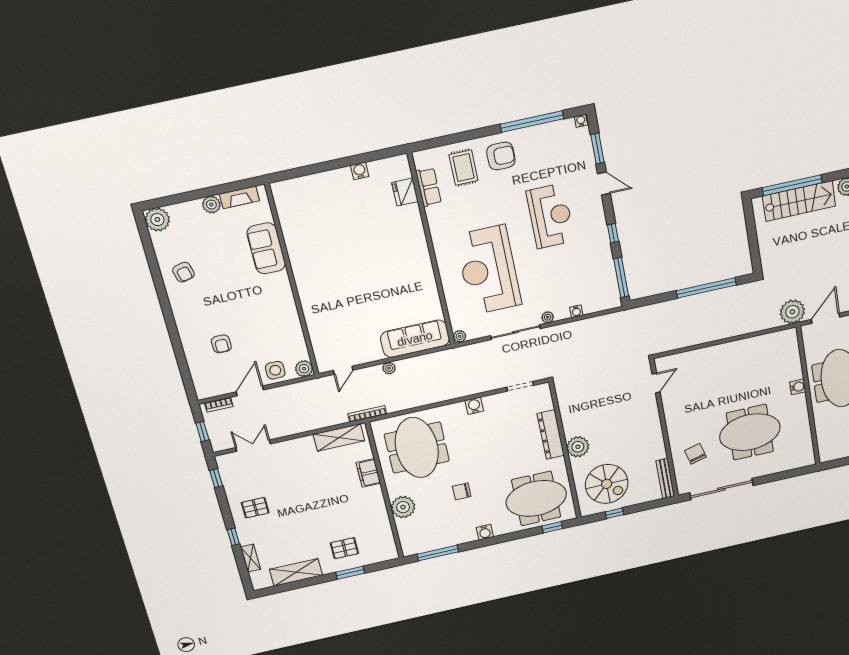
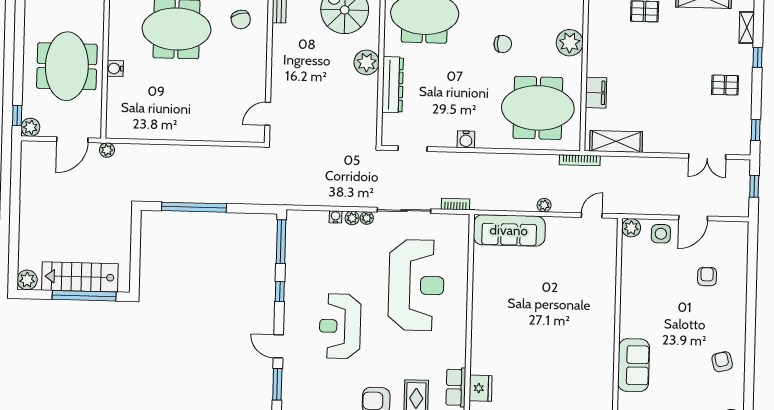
plant: (792, 312) -> (107, 150), width x0.53, depth x0.53
plant: (460, 336) -> (352, 218), moved
bookcase: (219, 405) -> (455, 204), moved
meeting table: (417, 448) -> (538, 108), turned 90

